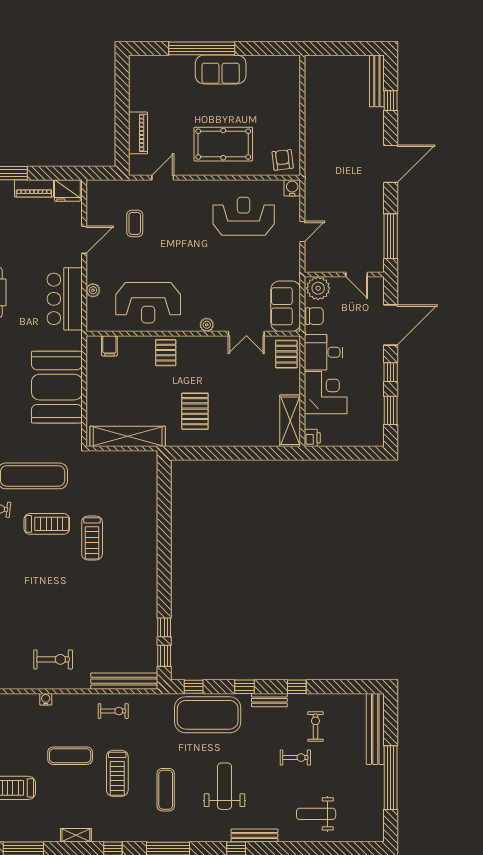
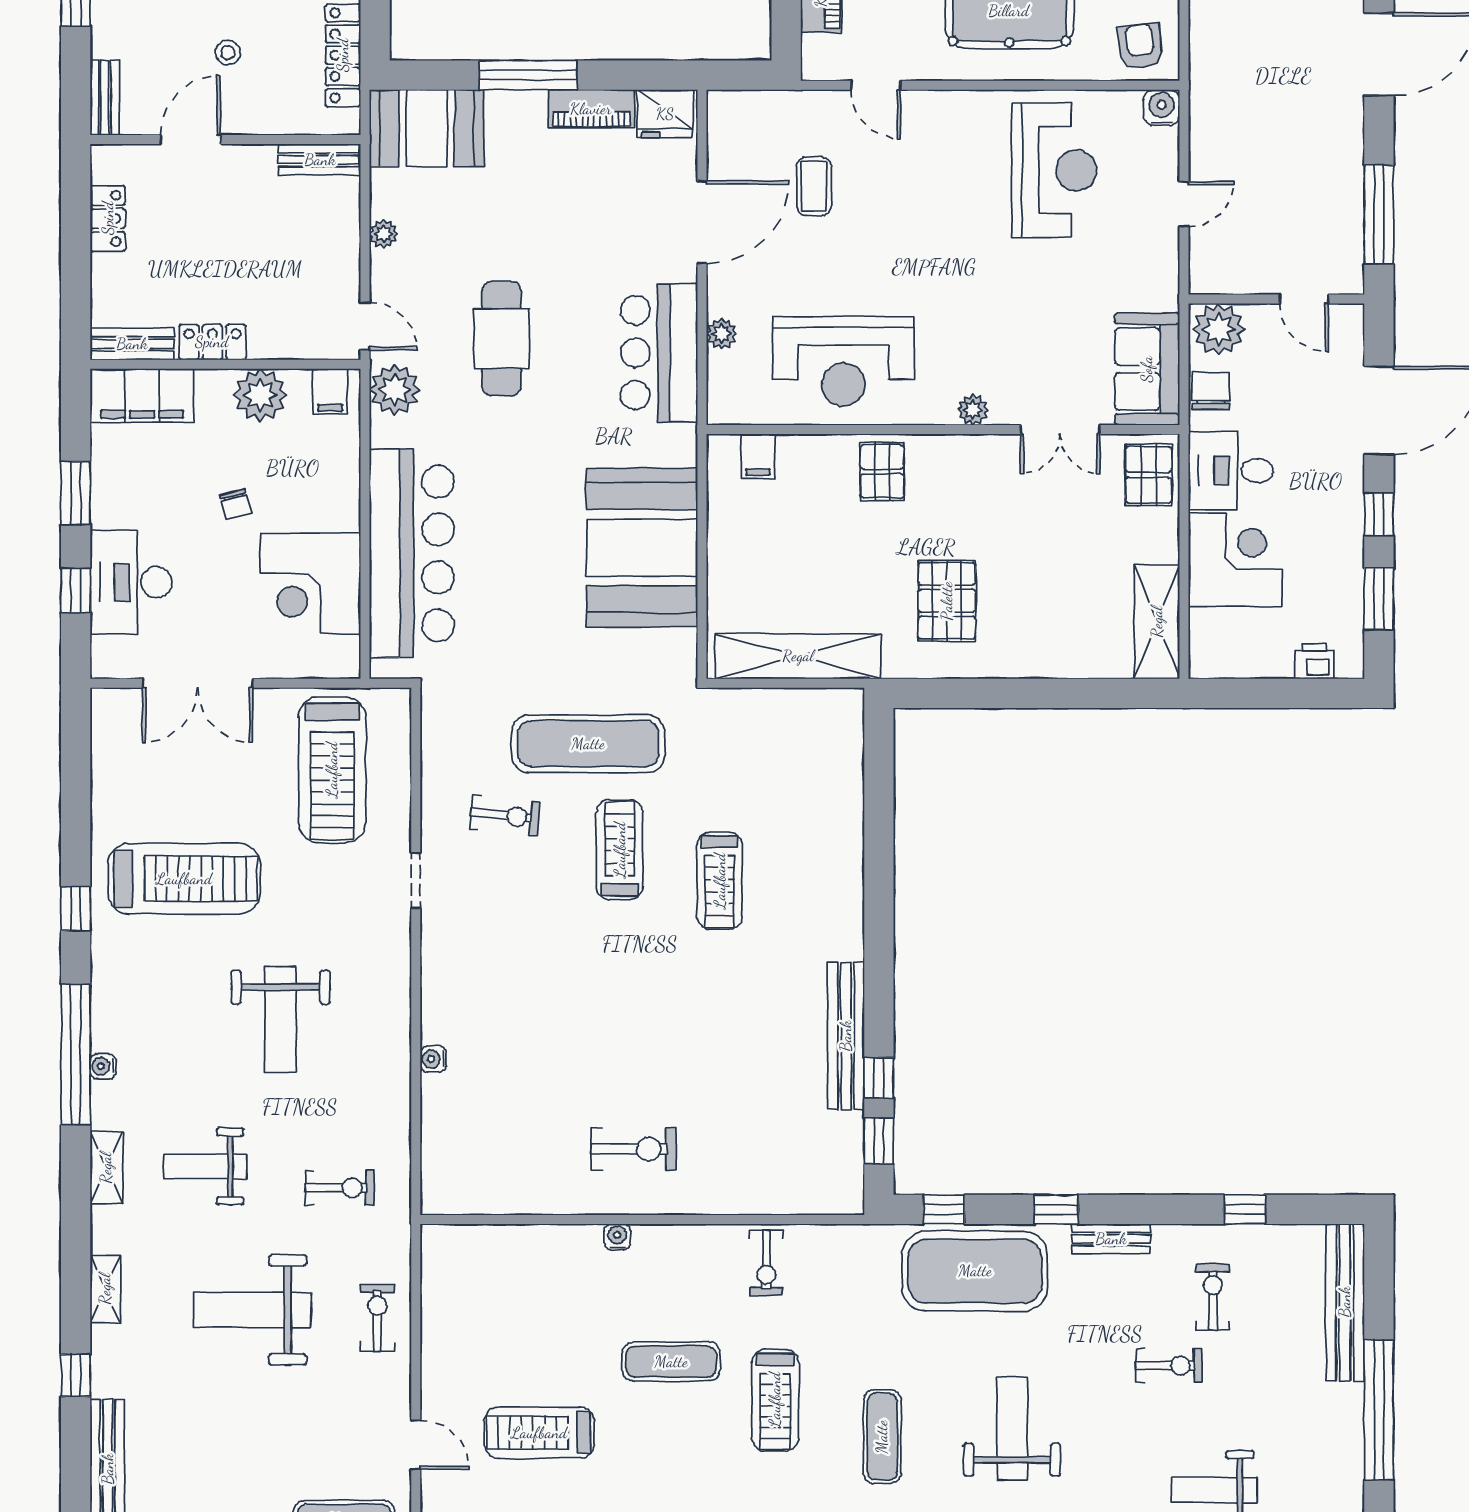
door: (163, 178) -> (876, 85), swing flipped
reception desk: (244, 216) -> (1054, 170), turned 90
door: (84, 240) -> (702, 222), width x1.36
chair: (315, 316) -> (1211, 391), turned -90
printer: (312, 438) -> (1314, 661), moved, turned -90
treadmill: (47, 524) -> (620, 850), turned -90
bench: (124, 681) -> (846, 1036), moved, turned 90
window: (297, 687) -> (1245, 1209), moved
exercise bike: (113, 711) -> (766, 1263), turned 90

